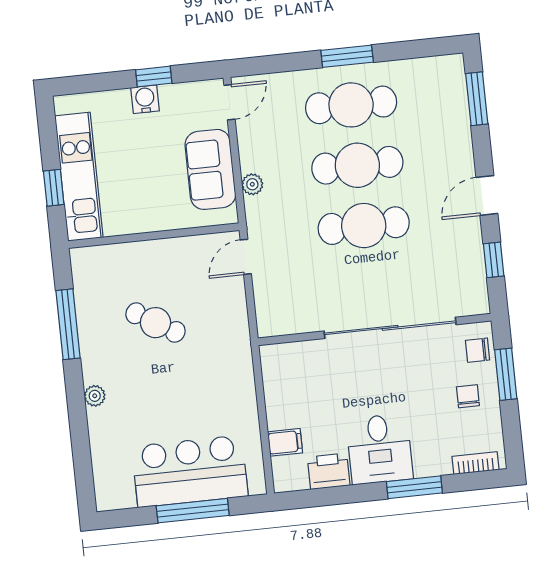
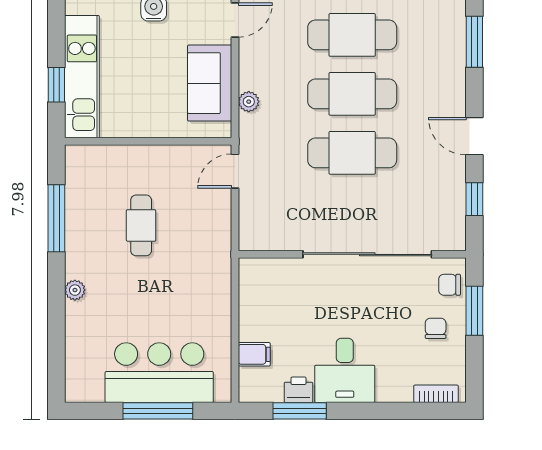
door: (487, 195) -> (474, 136), hinge flipped
cafe table: (155, 323) -> (141, 225), turned 59
printer: (329, 471) -> (298, 390), width x0.73, depth x0.81
window: (414, 487) -> (300, 411), moved

